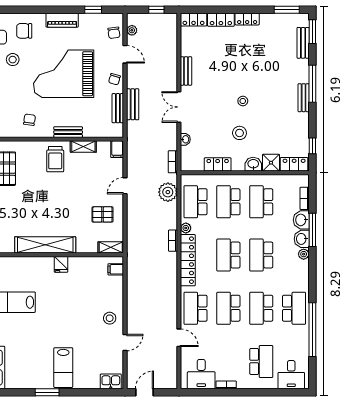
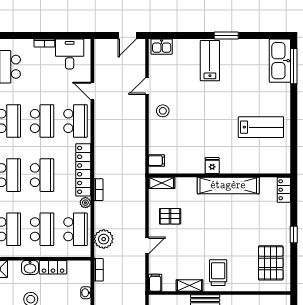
washbasin: (253, 164) -> (30, 267), moved

